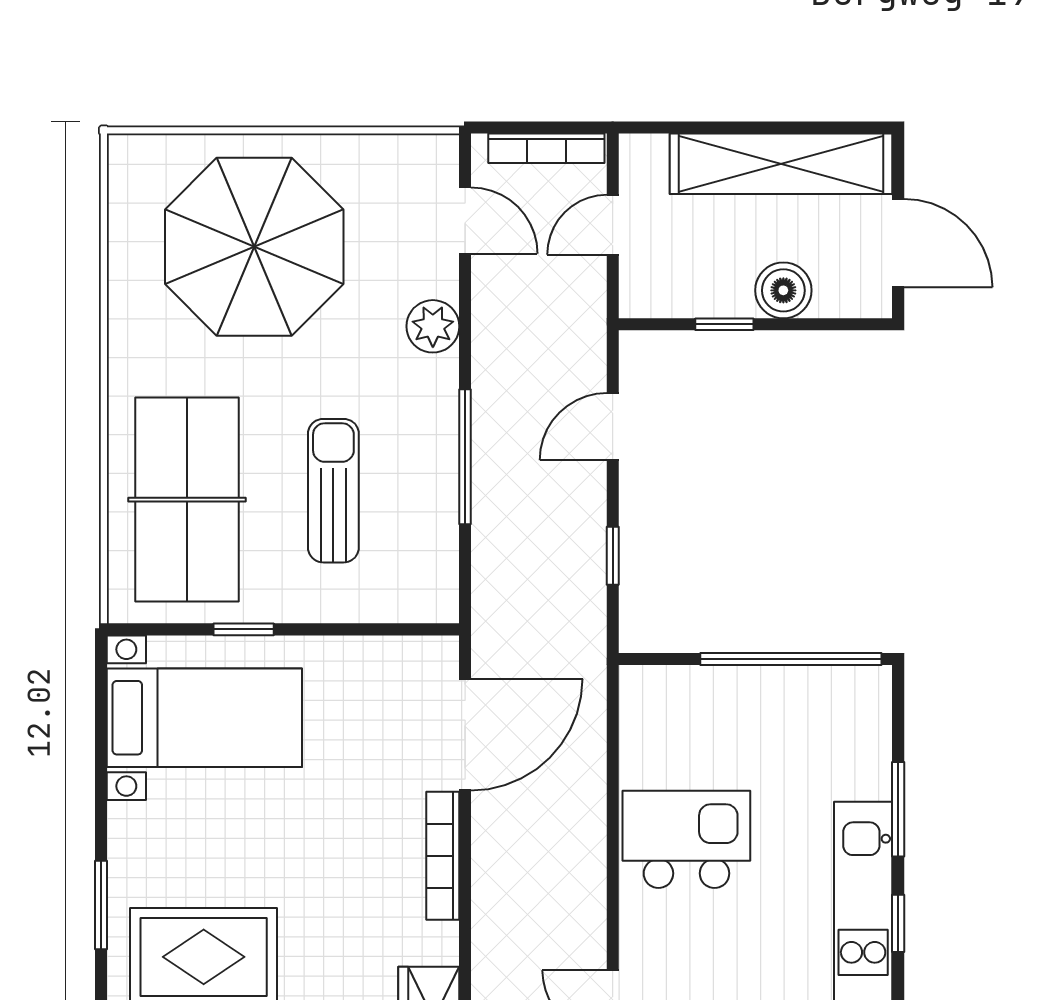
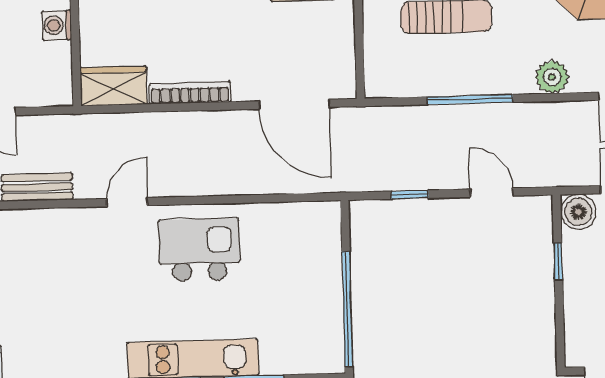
boiler: (783, 290) -> (578, 212), moved
kitchen island: (686, 839) -> (199, 250), moved, turned -90
bookcase: (443, 856) -> (190, 93), moved

